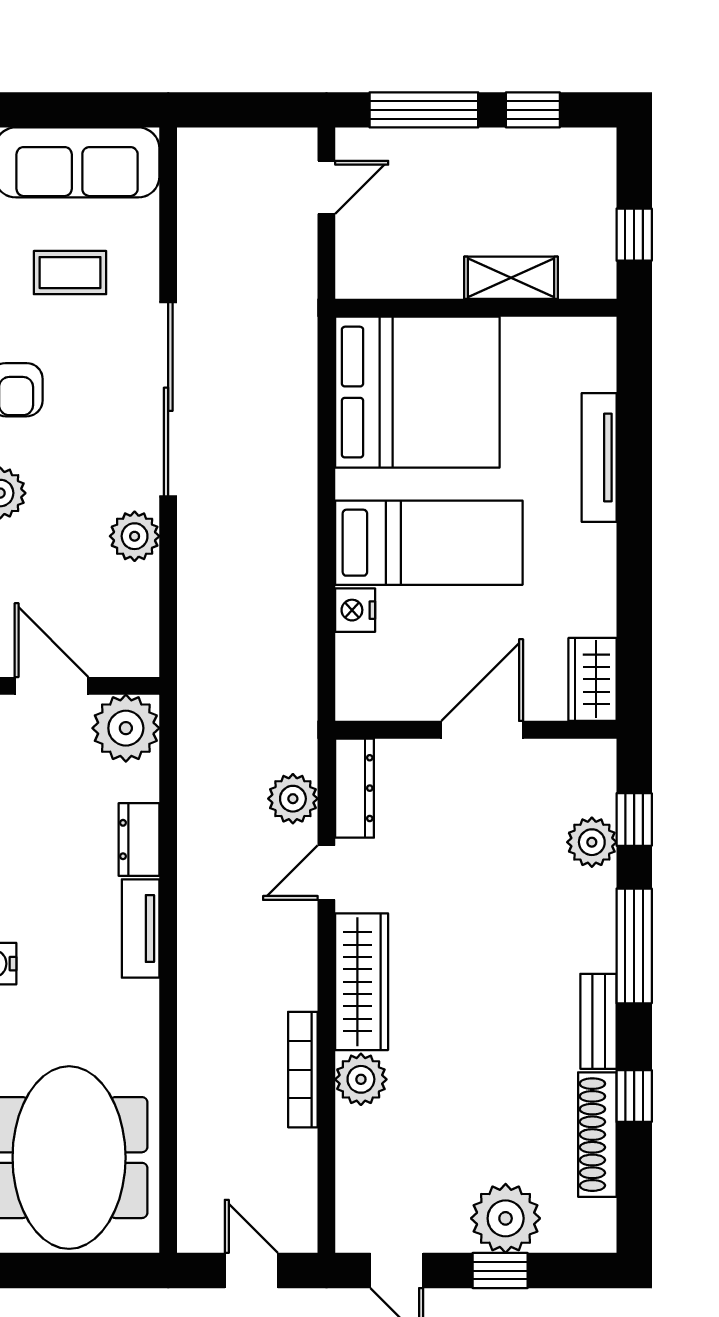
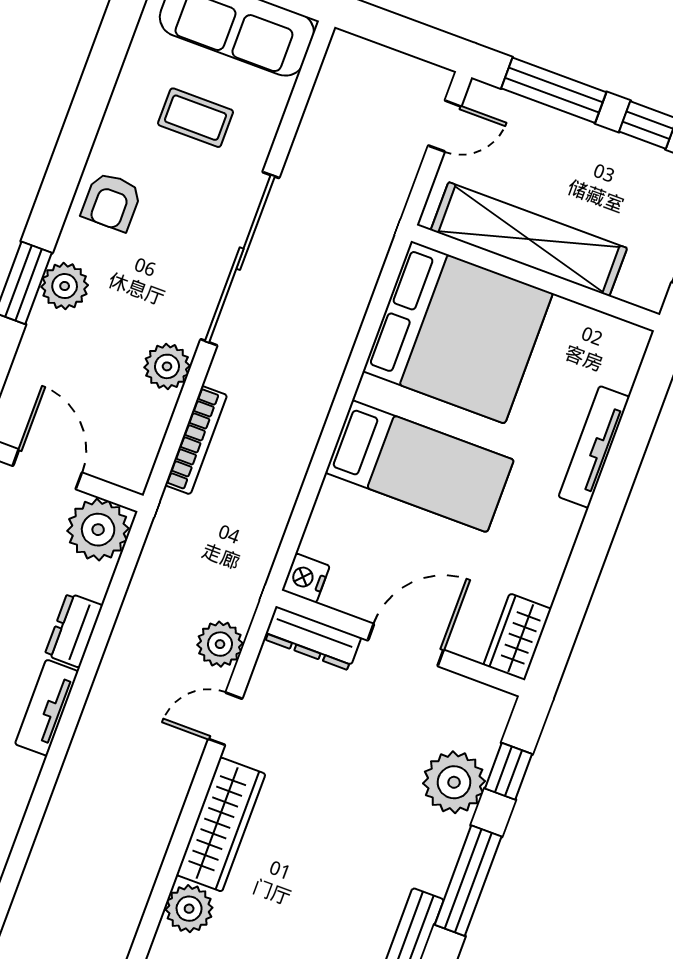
shelving: (511, 278) -> (529, 239), width x2.20, depth x1.33
nightstand: (355, 610) -> (306, 578), moved
dresser: (355, 788) -> (313, 638), moved, turned 90
plant: (592, 842) -> (454, 782), width x1.36, depth x1.36
bookcase: (303, 1070) -> (196, 440), moved, turned 180

